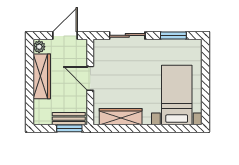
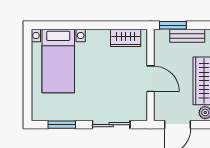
wardrobe: (121, 117) -> (126, 38), width x0.67
bench: (69, 119) -> (187, 36), moved

